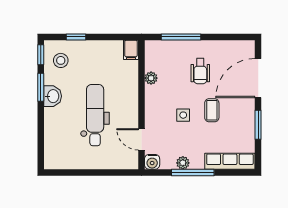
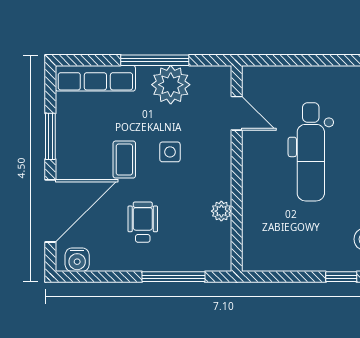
filing cabinet: (131, 50) -> (253, 256), removed
water cooler: (152, 162) -> (77, 260), moved, turned 180
plant: (183, 163) -> (171, 85), width x1.88, depth x1.88

